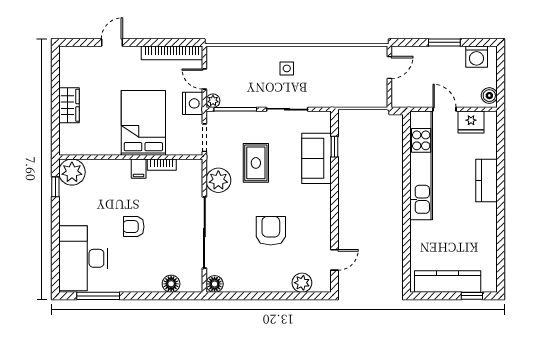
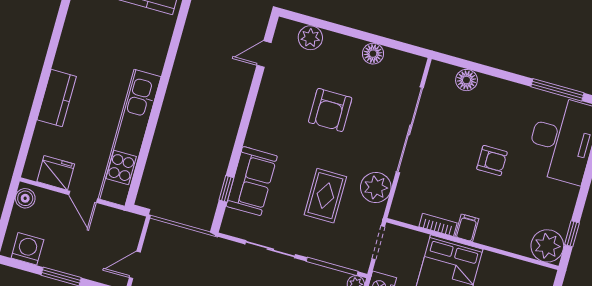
floor lamp: (215, 284) -> (373, 54), moved

